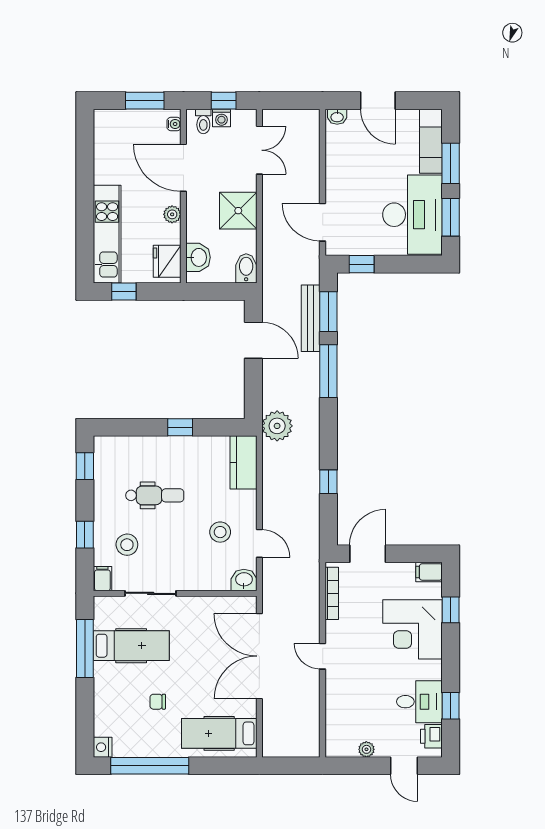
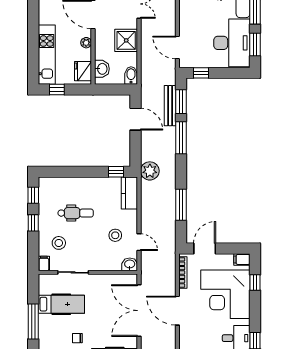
window: (180, 427) -> (116, 172), moved
window: (328, 482) -> (181, 205), width x2.17
window: (85, 535) -> (33, 223), moved
corner desk: (413, 629) -> (225, 294), width x1.36, depth x1.36
window: (85, 649) -> (33, 321), moved
door: (323, 656) -> (177, 311), width x1.88

